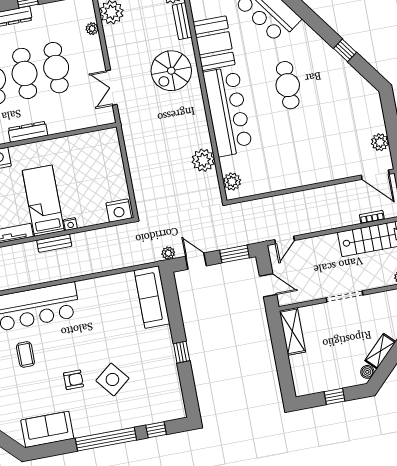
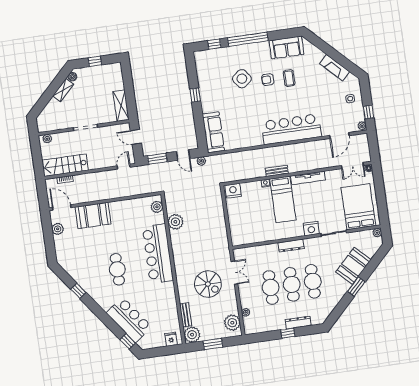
booth: (214, 43) -> (93, 215), moved, turned 90
spiral stairs: (171, 71) -> (208, 284), moved, turned 90
coffee table: (25, 354) -> (289, 78), moved

